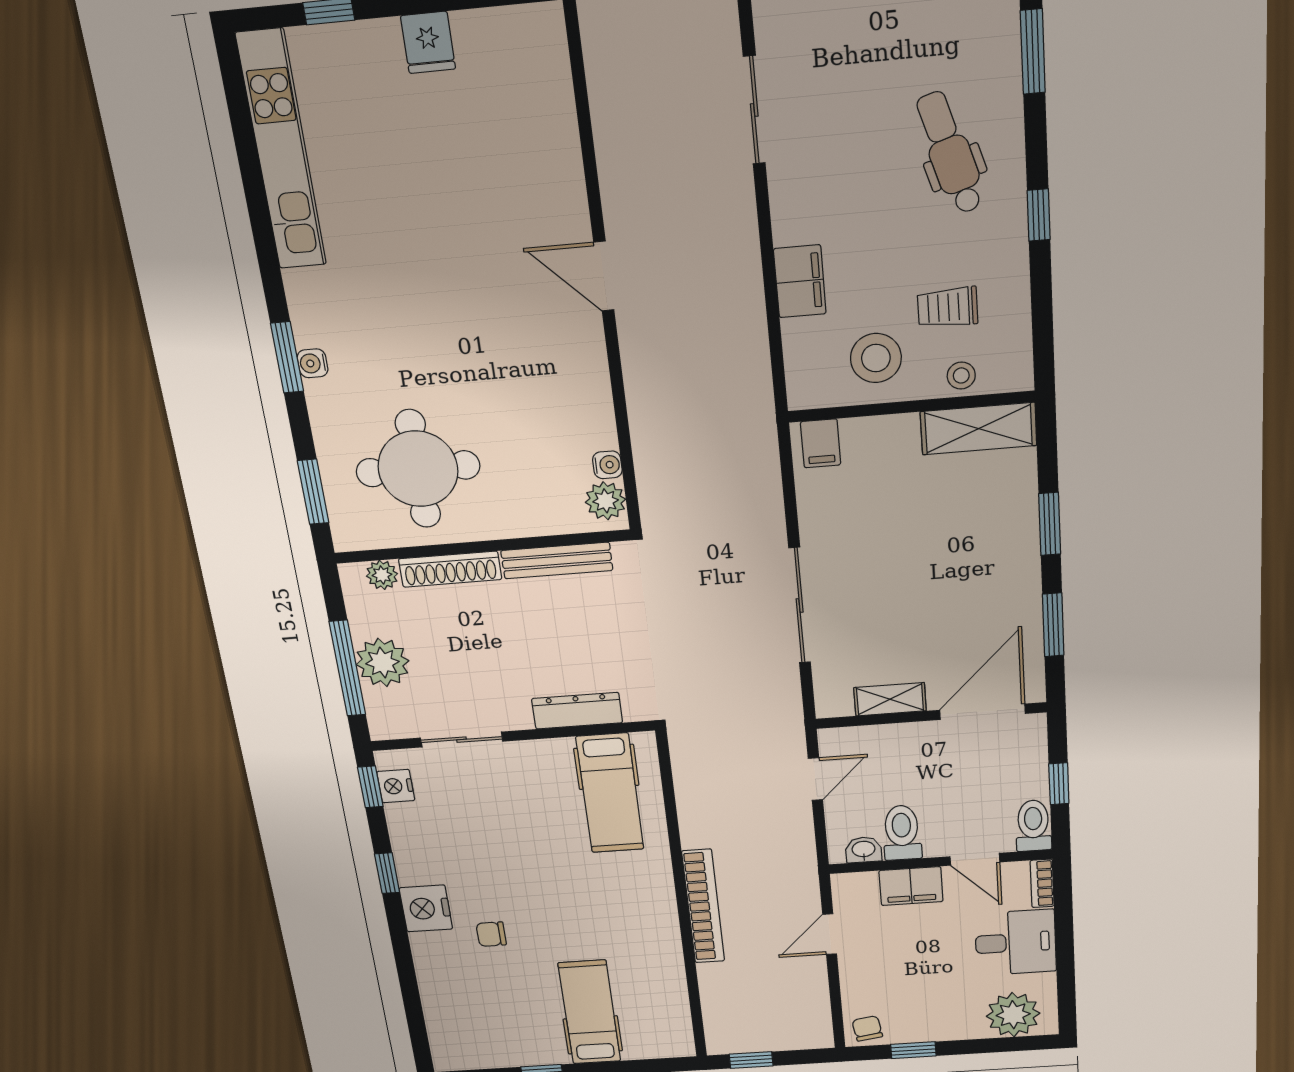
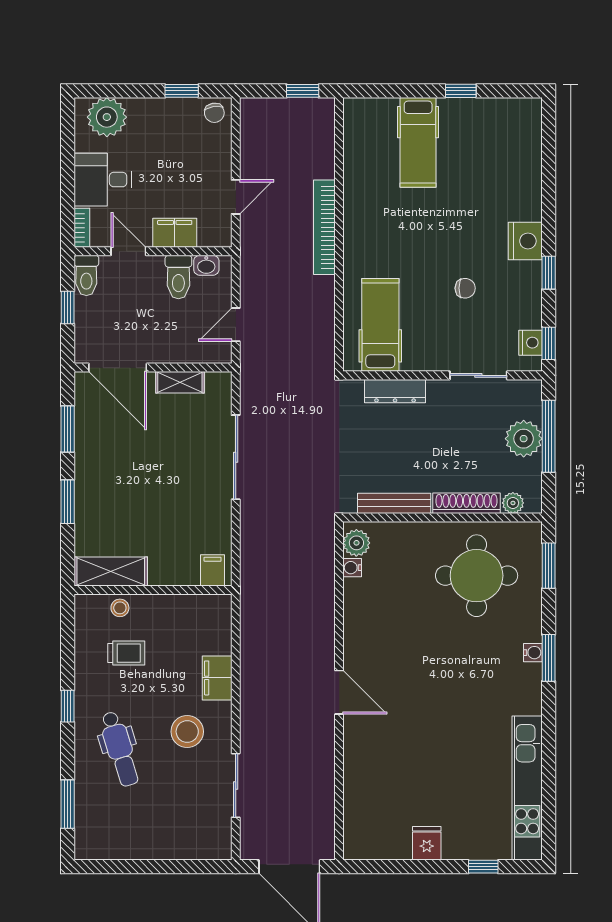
stool: (876, 358) -> (187, 732), moved
door: (982, 712) -> (118, 368), hinge flipped
chair: (491, 934) -> (465, 288), moved

